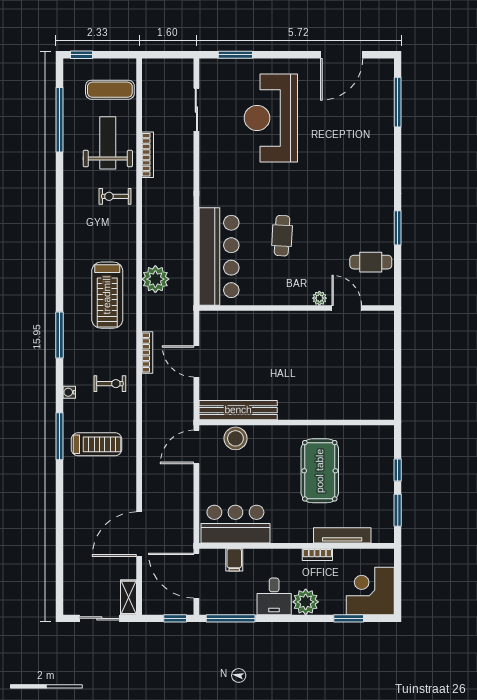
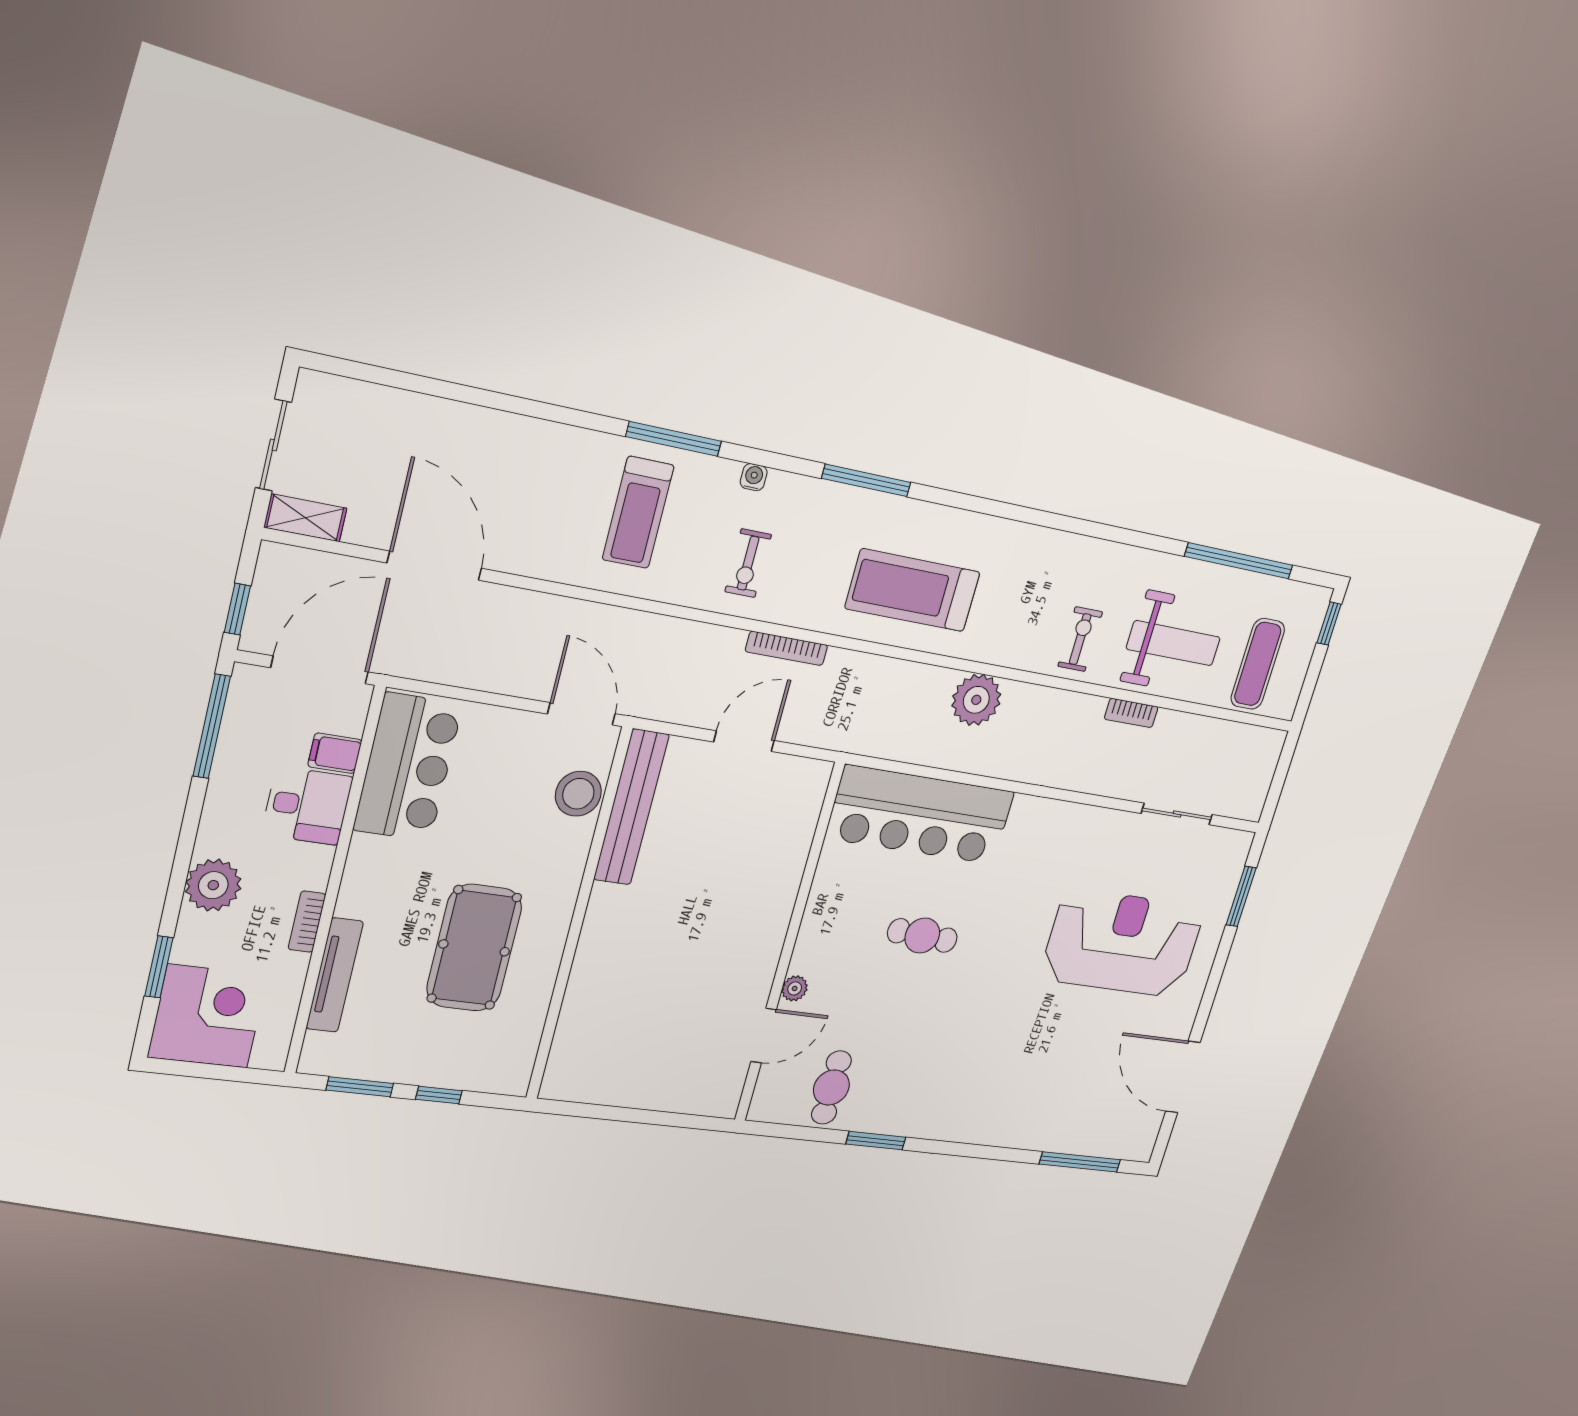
bookcase: (148, 155) -> (1131, 713), width x0.64
plant: (155, 279) -> (976, 700), moved
pool table: (320, 471) -> (474, 948), turned 90
desk: (274, 596) -> (307, 806), moved, turned 180

